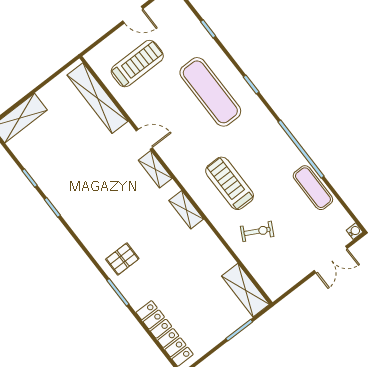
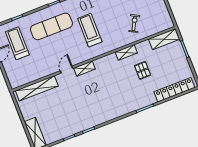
treadmill: (137, 64) -> (17, 43), moved
treadmill: (230, 183) -> (90, 30), moved, turned 90
shelving: (186, 210) -> (126, 52), moved
pallet: (122, 259) -> (143, 70), moved

